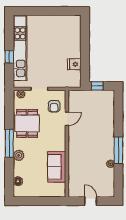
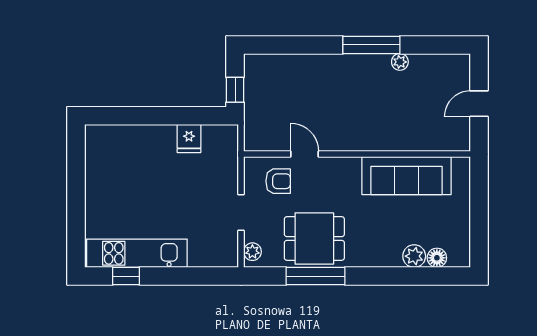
kitchen unit: (20, 48) -> (137, 253), width x0.73
window: (9, 57) -> (126, 276), moved
window: (9, 143) -> (315, 276), moved
plant: (19, 155) -> (414, 256), moved
sofa: (57, 167) -> (406, 176), width x1.36

